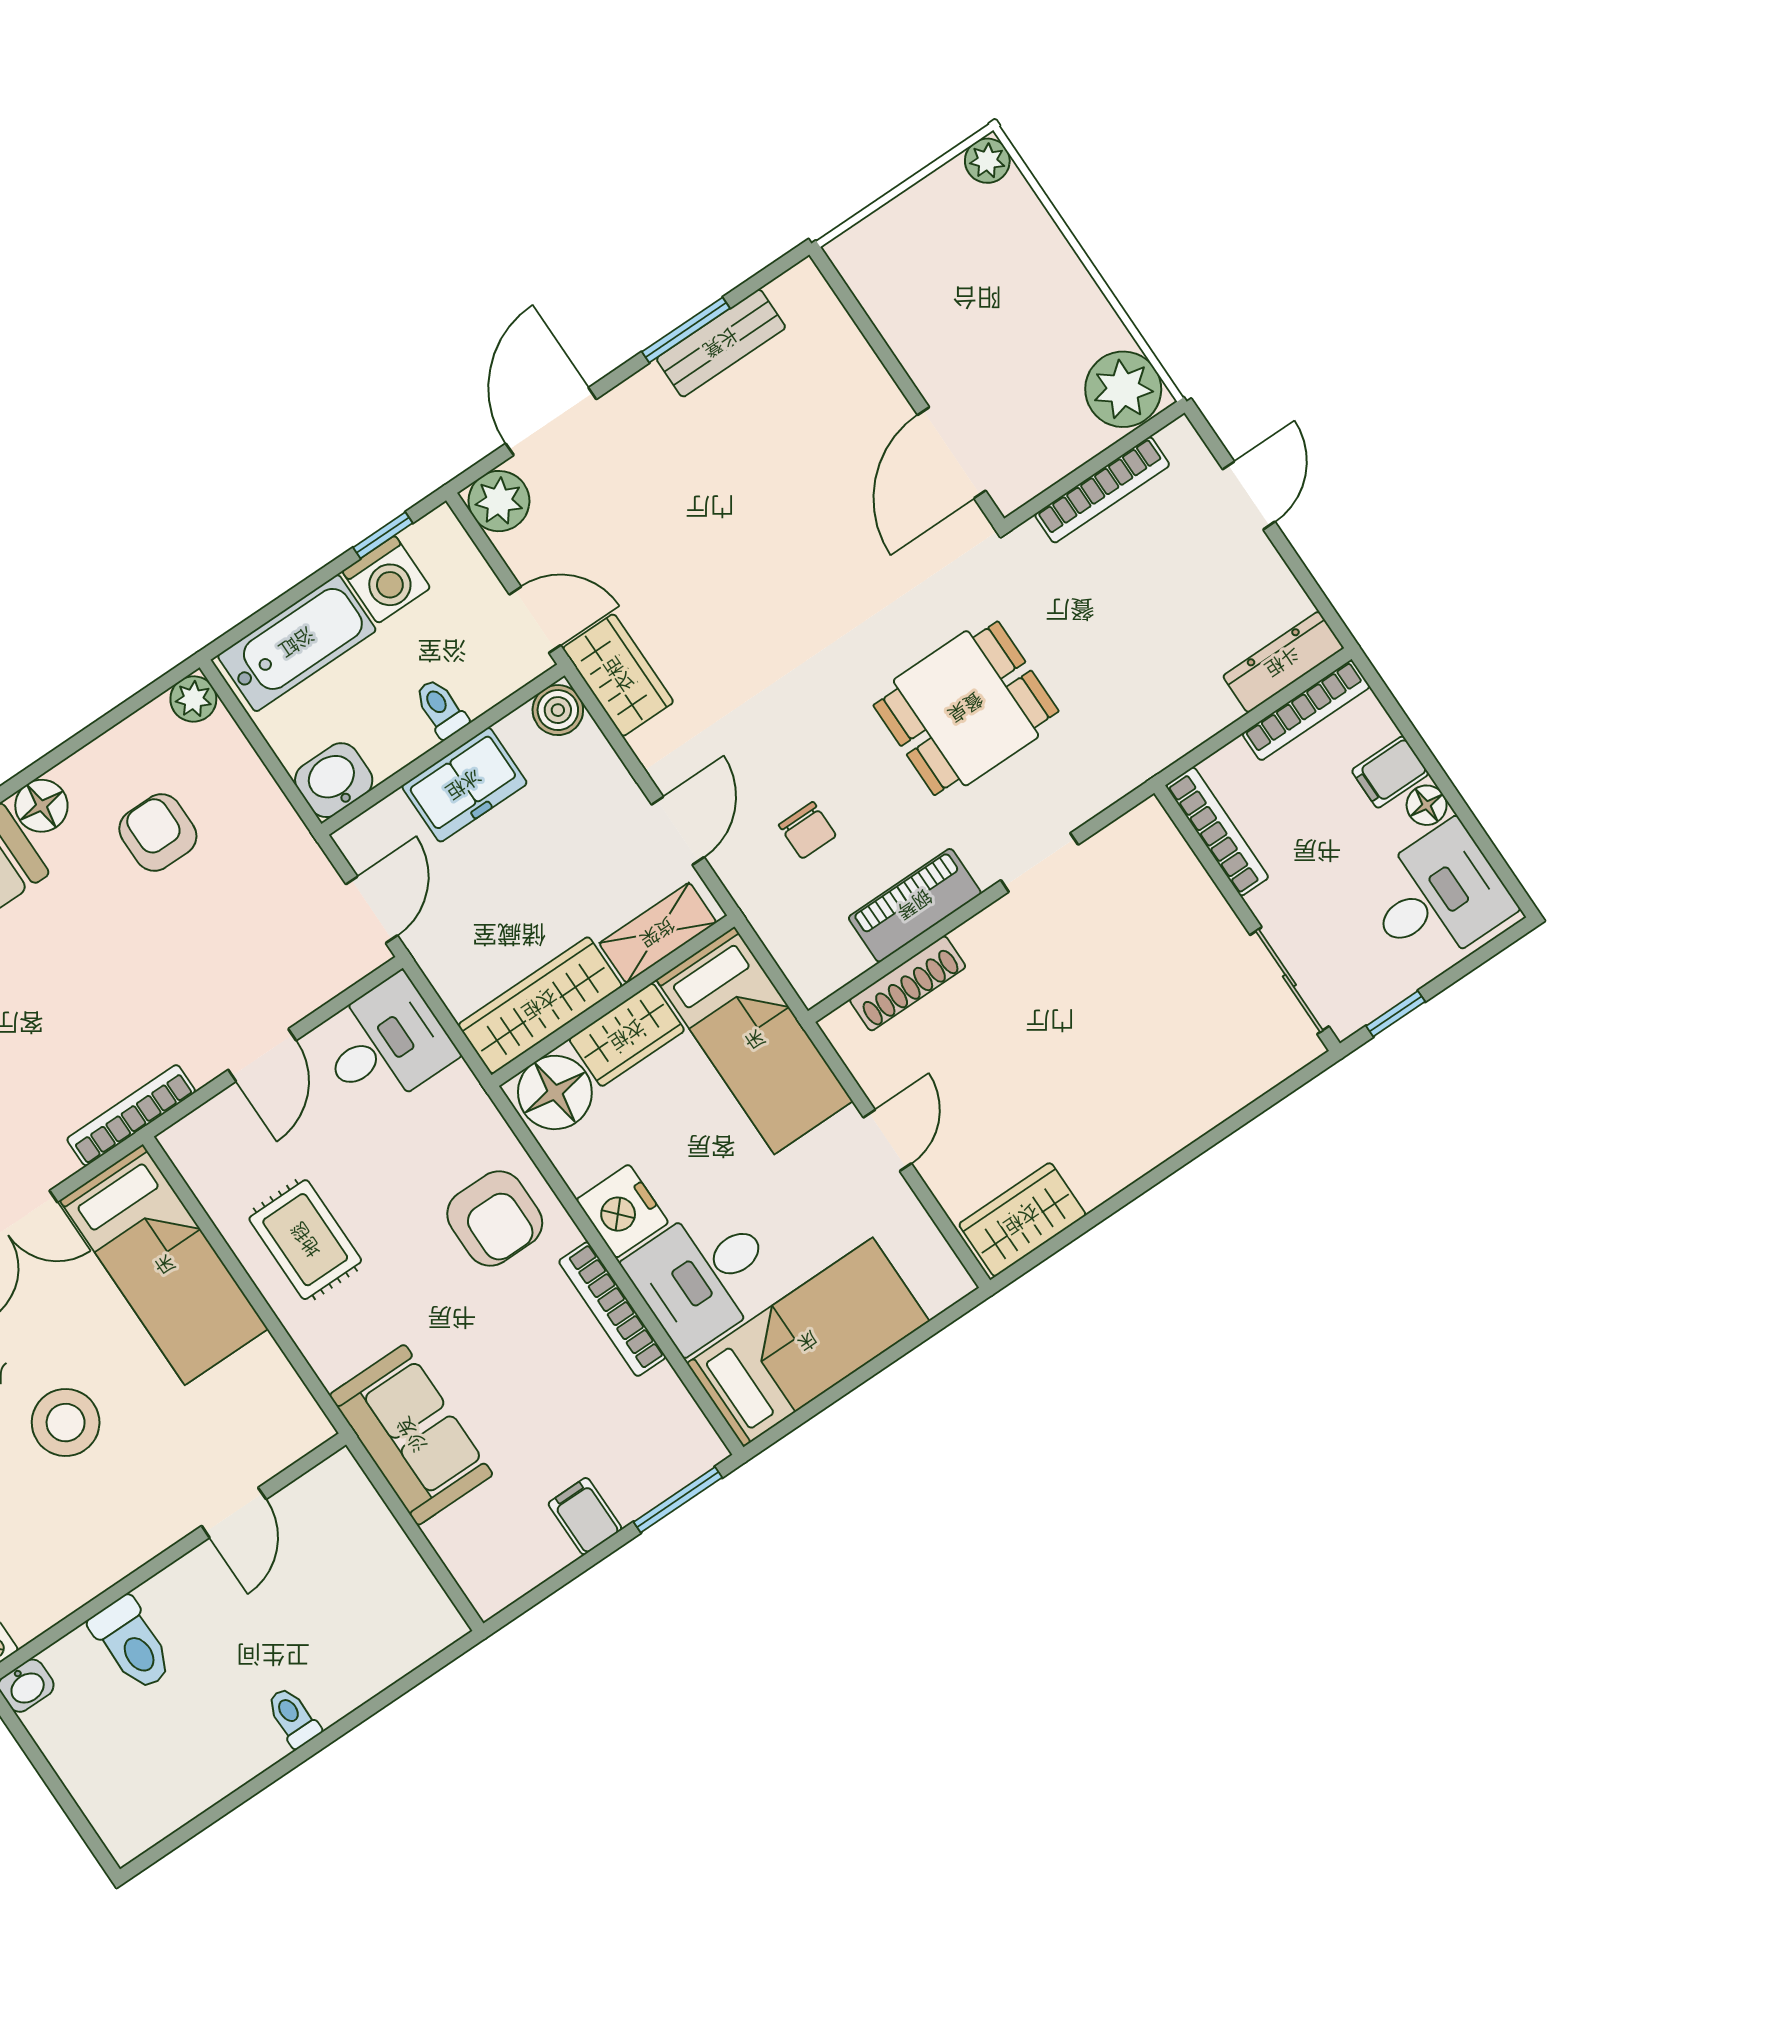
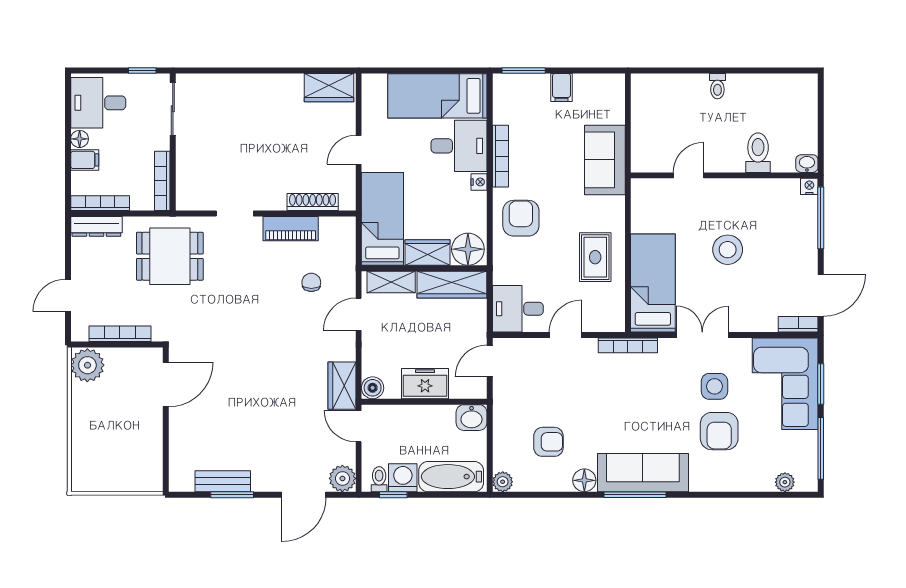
plant: (987, 161) -> (81, 482), removed
toilet: (441, 708) -> (379, 479), moved, turned 180
dining table: (966, 708) -> (170, 256), moved
armchair: (158, 832) -> (548, 442), turned -90
nightstand: (622, 1211) -> (479, 182), width x0.53, depth x0.56

